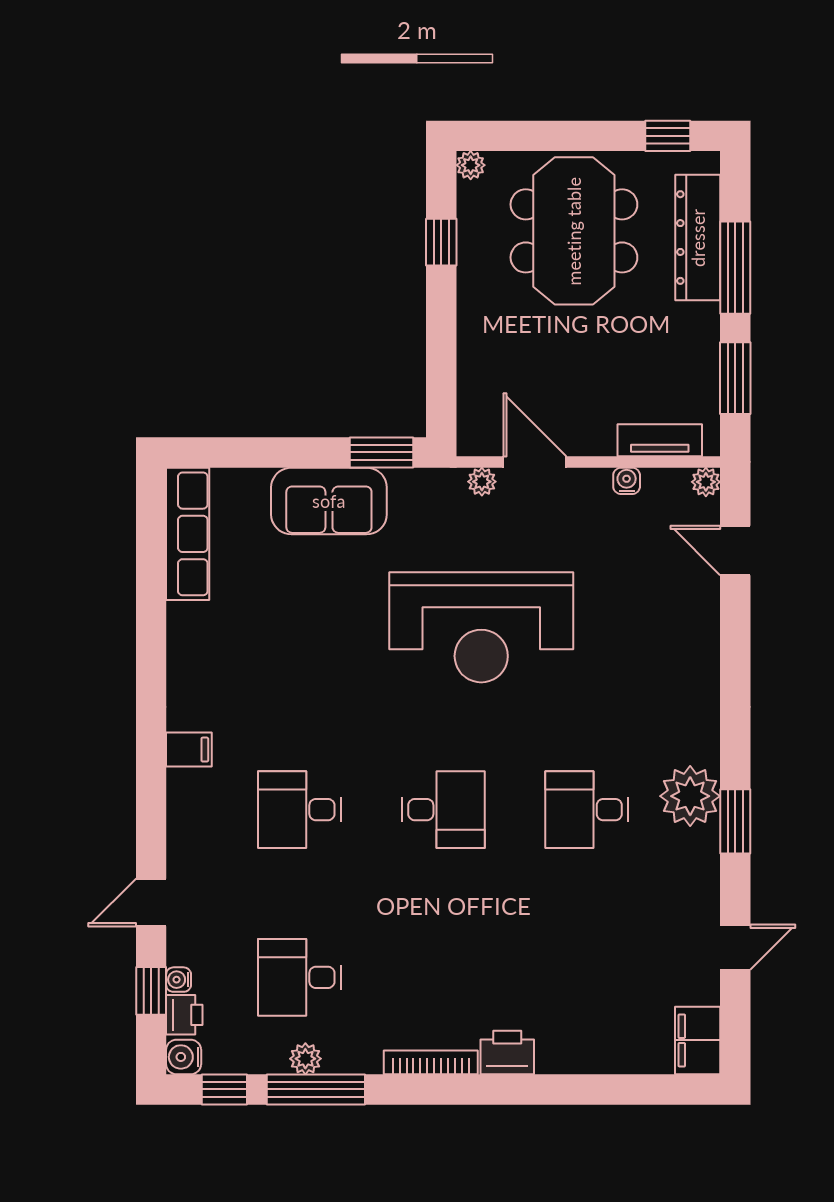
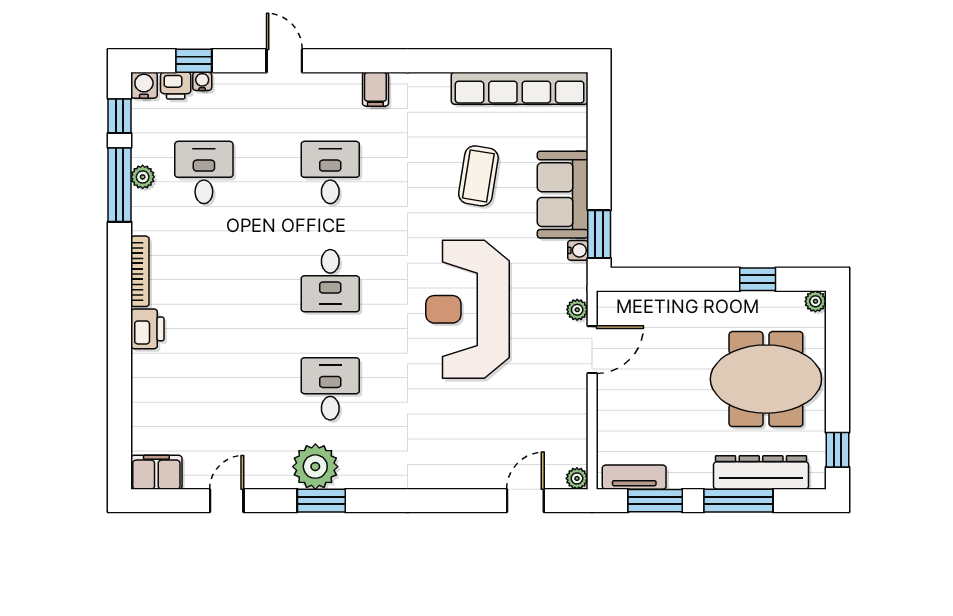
tv unit: (660, 440) -> (634, 477), moved, turned -90
water cooler: (627, 481) -> (578, 250), moved
row of seats: (188, 534) -> (520, 88), width x1.36
coffee table: (304, 613) -> (478, 176), added
plant: (690, 796) -> (315, 467), moved
door: (151, 903) -> (284, 61), moved
door: (735, 947) -> (227, 501), swing flipped

